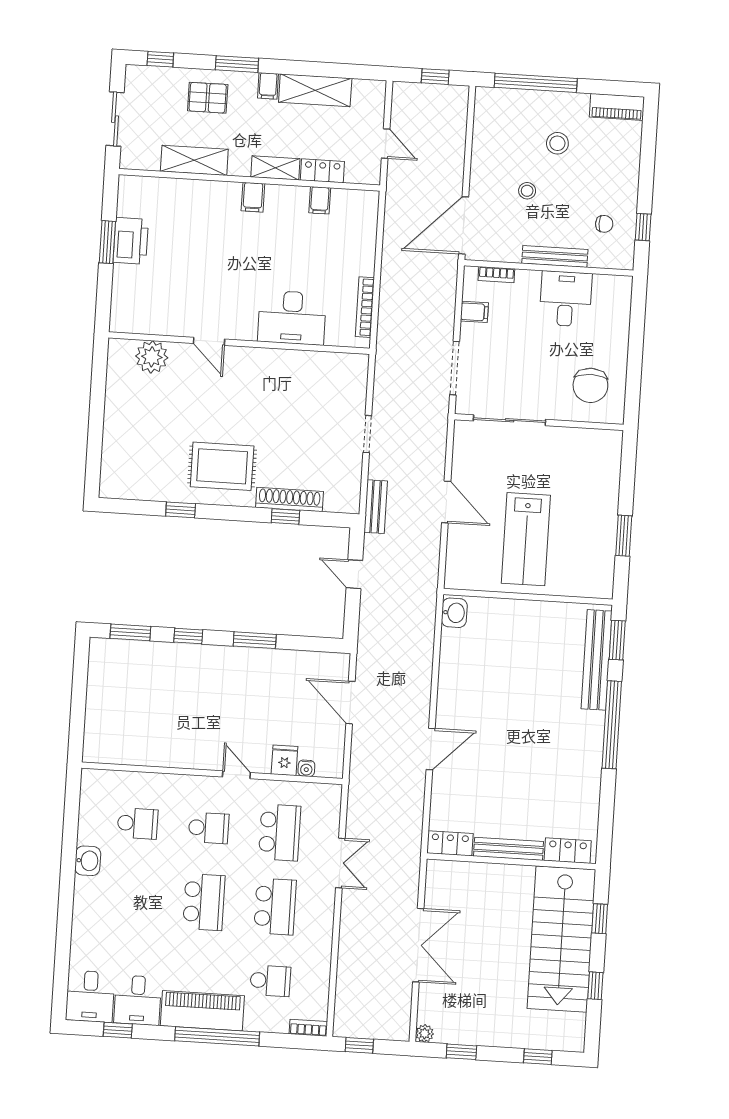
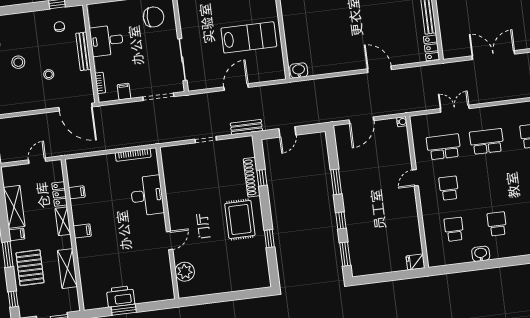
pallet: (208, 98) -> (30, 268), width x1.50, depth x1.42
fridge: (284, 760) -> (415, 262), moved
water cooler: (306, 768) -> (402, 122), moved
school desk: (204, 902) -> (497, 224), moved, width x0.54

